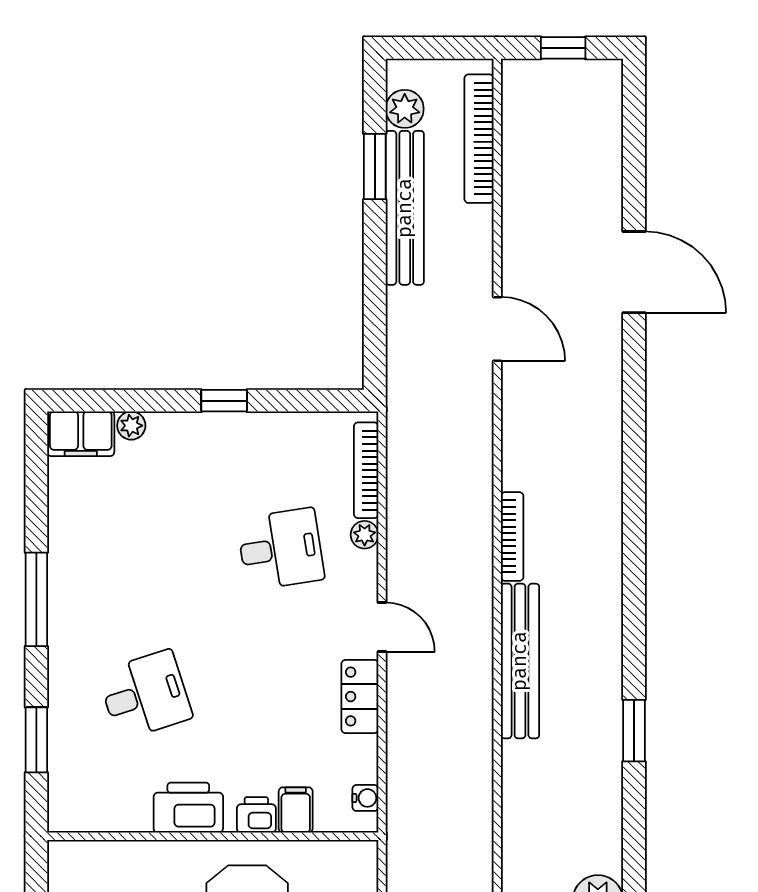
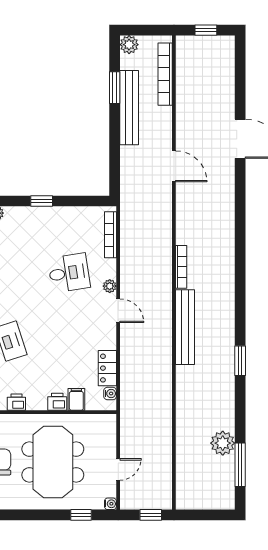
plant: (405, 109) -> (129, 45), moved
plant: (365, 535) -> (110, 286), moved
locker: (360, 697) -> (107, 368), moved
printer: (188, 808) -> (16, 402), width x0.53, depth x0.68

